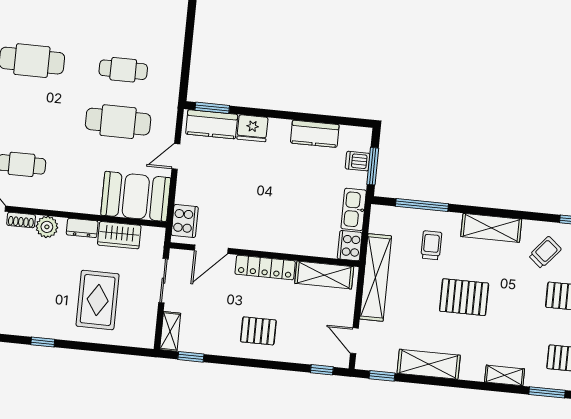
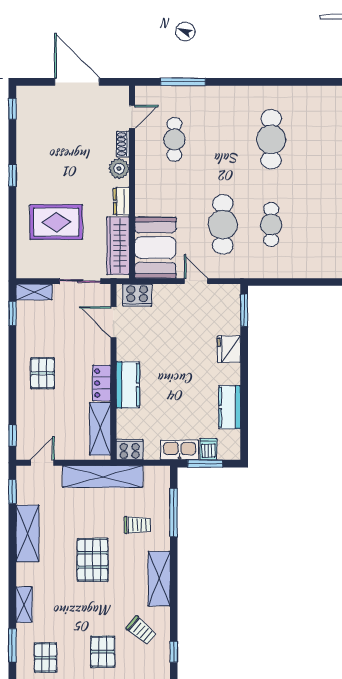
kitchen counter: (212, 124) -> (128, 385), moved, turned 180
kitchen sink: (354, 209) -> (180, 450), moved
wardrobe: (119, 235) -> (118, 246), width x1.50
locker: (265, 268) -> (102, 383), width x0.66

